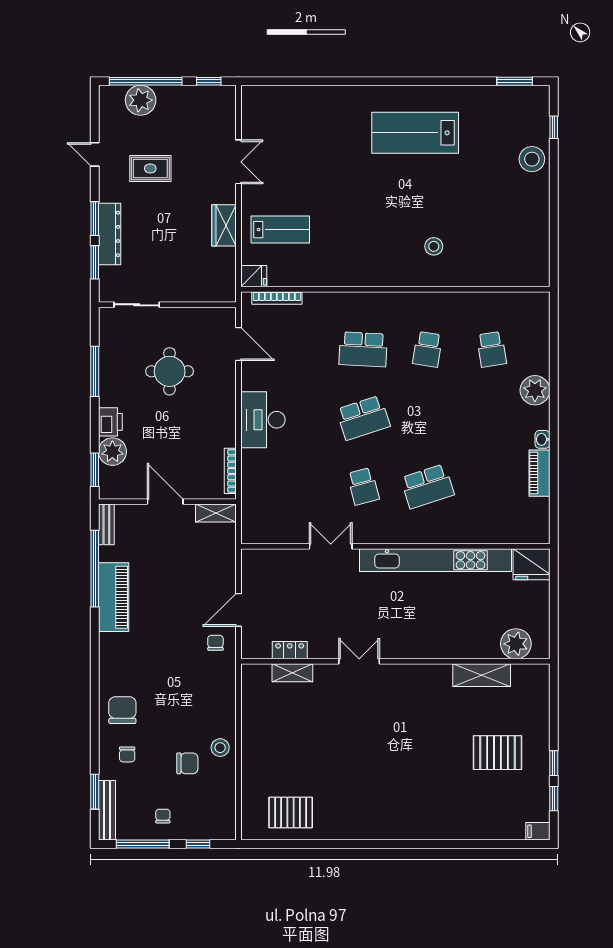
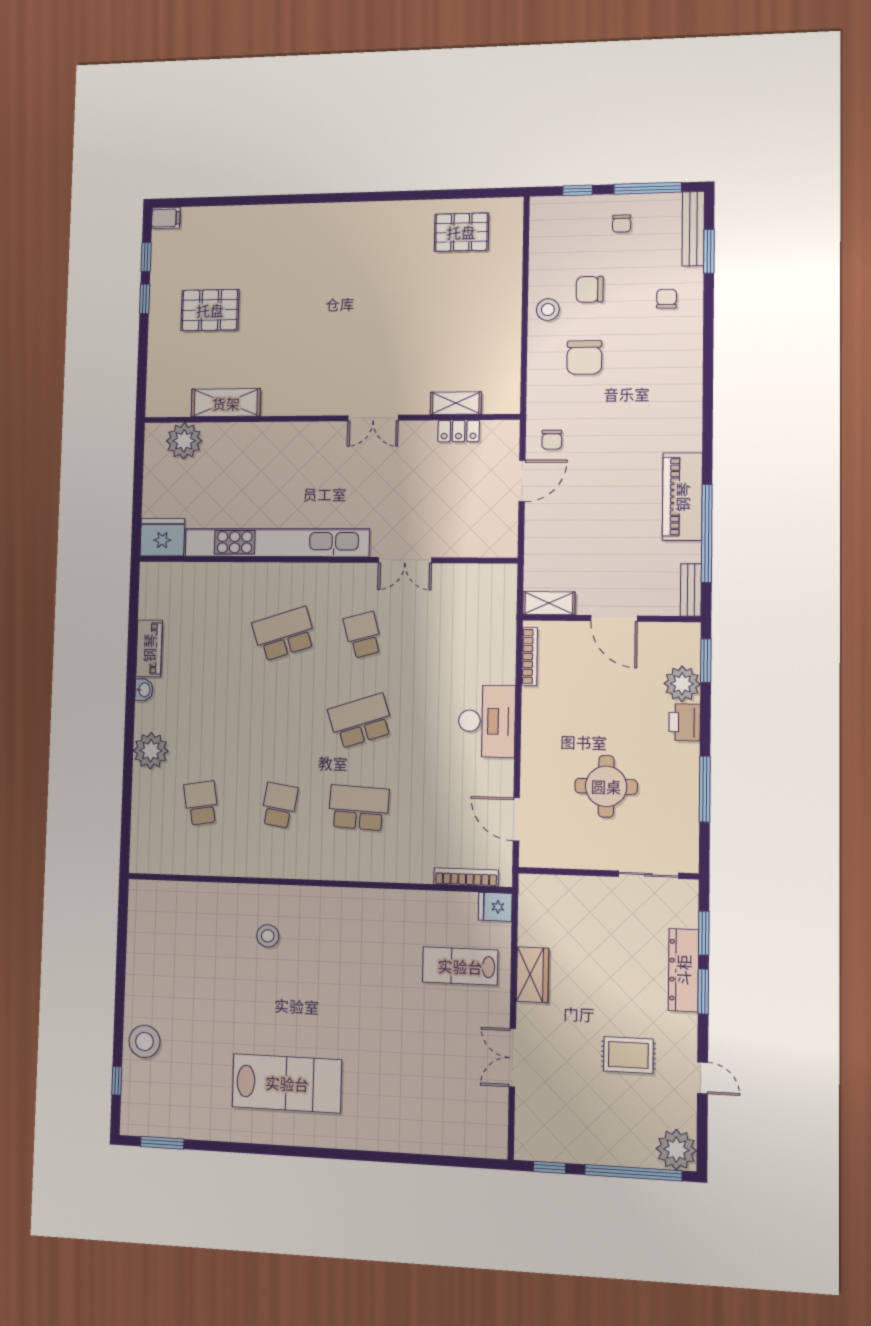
plant: (141, 100) -> (676, 1150), moved
chair: (122, 710) -> (584, 357), moved

